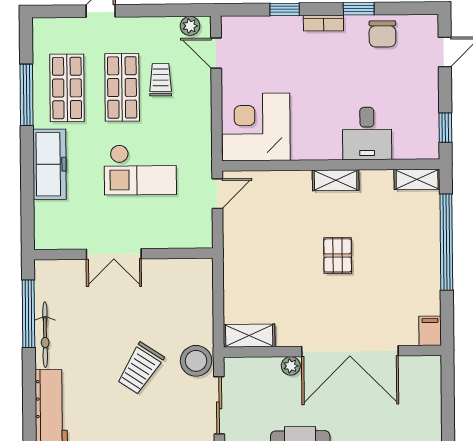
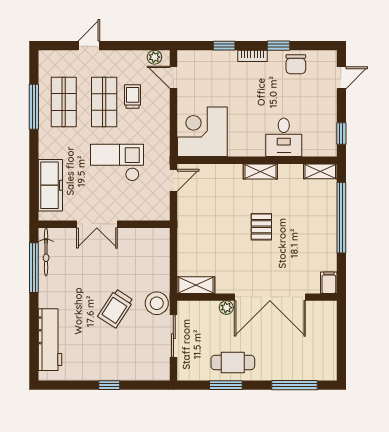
freezer: (50, 164) -> (50, 185), moved
checkout: (140, 170) -> (117, 163), turned 180
bicycle: (45, 335) -> (46, 252), moved

